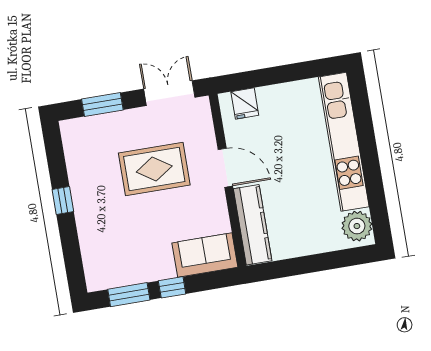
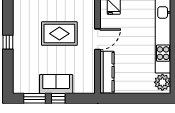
door: (225, 168) -> (98, 39), hinge flipped
sofa: (205, 255) -> (56, 84), moved

